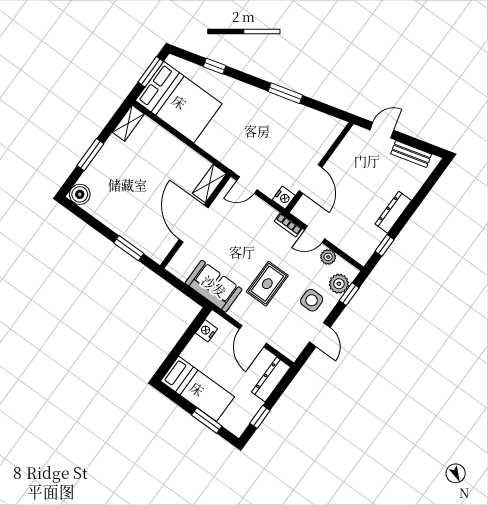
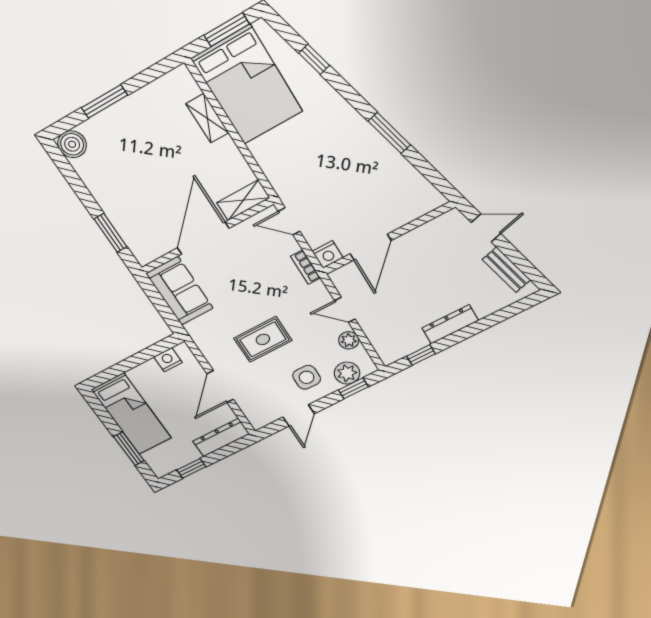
shelving: (128, 123) -> (207, 118), moved, turned 90
bookcase: (288, 225) -> (306, 267), moved
sofa: (214, 286) -> (180, 291), moved

